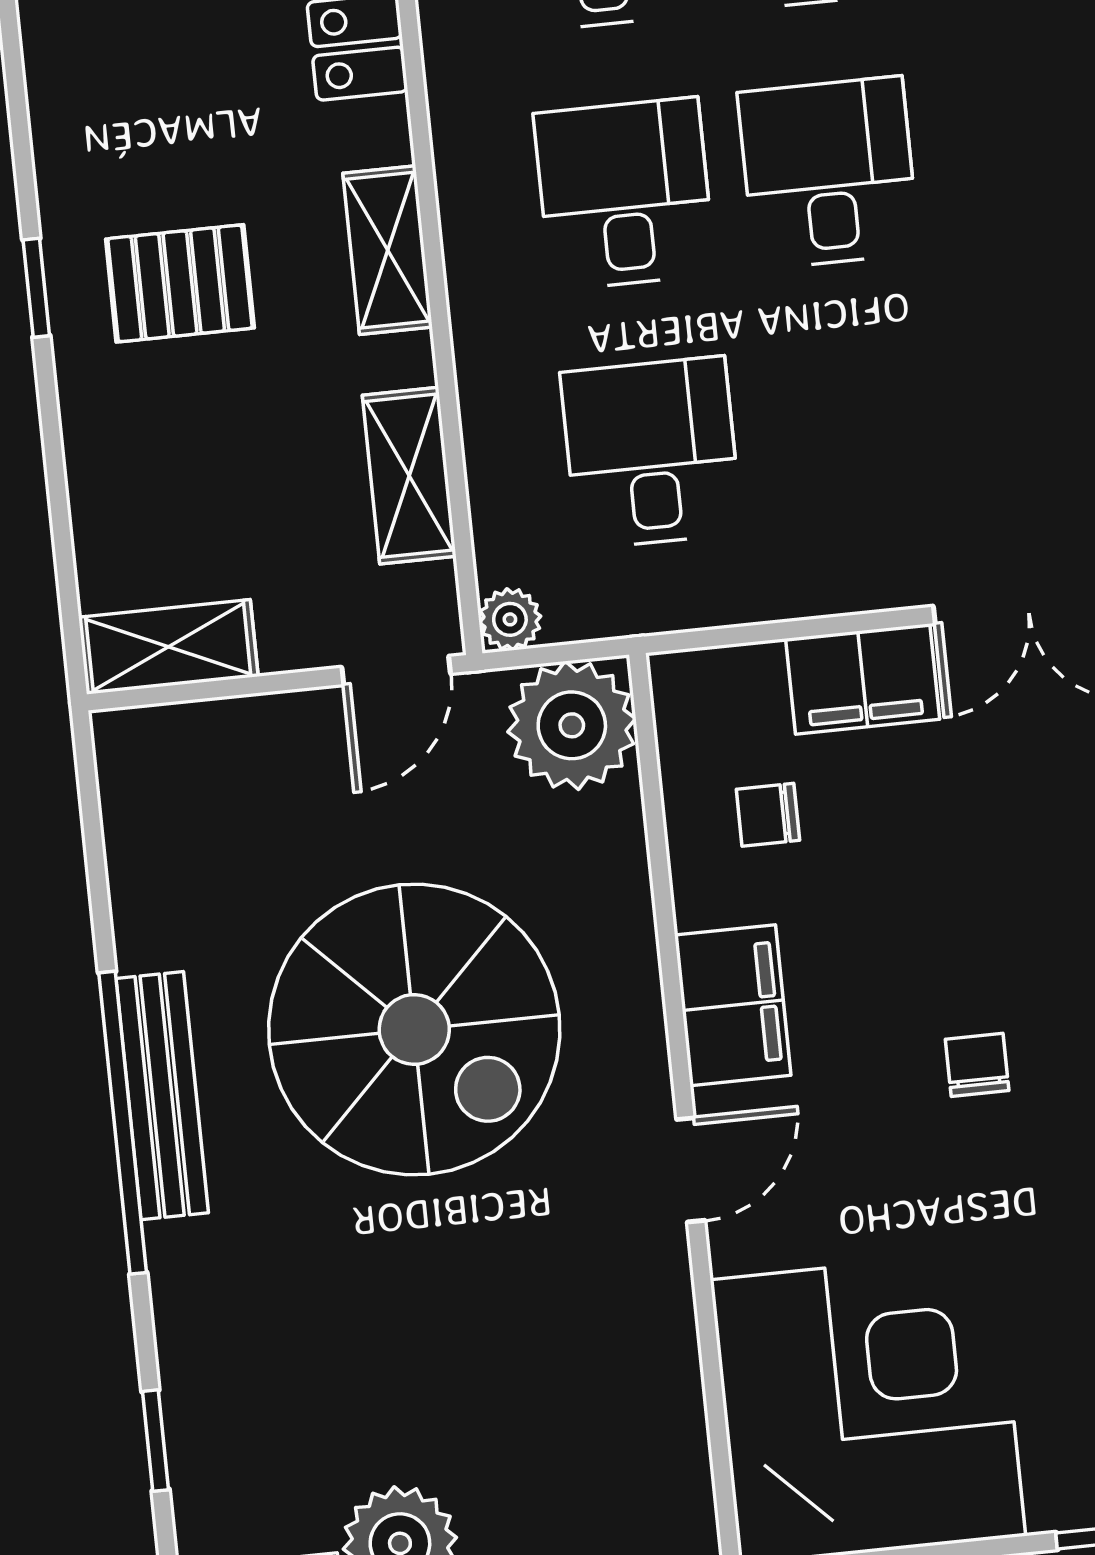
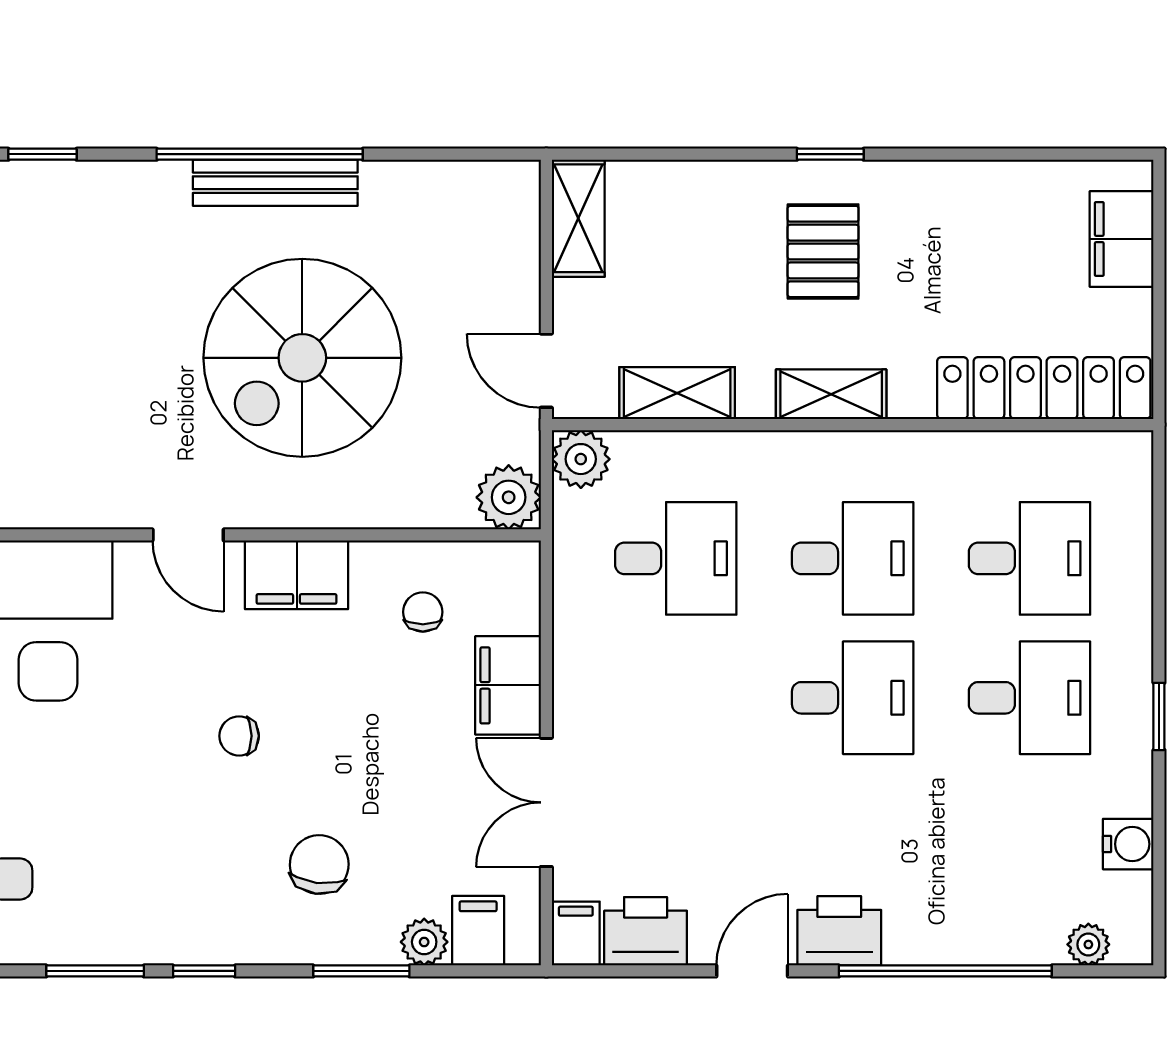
plant: (510, 619) -> (581, 459), width x1.38, depth x1.38
plant: (572, 725) -> (509, 497), width x0.73, depth x0.73
chair: (977, 1065) -> (239, 736), turned 180

